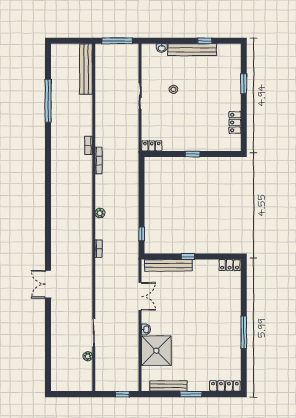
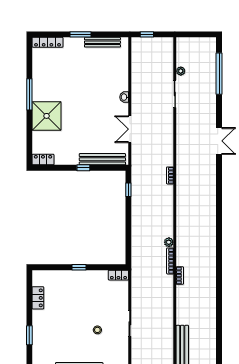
window: (48, 101) -> (219, 74), moved
plant: (100, 213) -> (169, 242), moved
shower: (156, 351) -> (47, 116), moved

